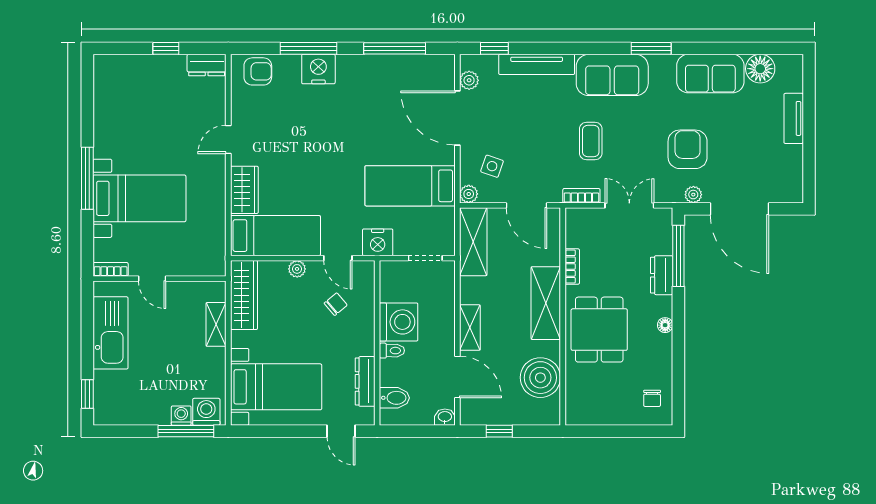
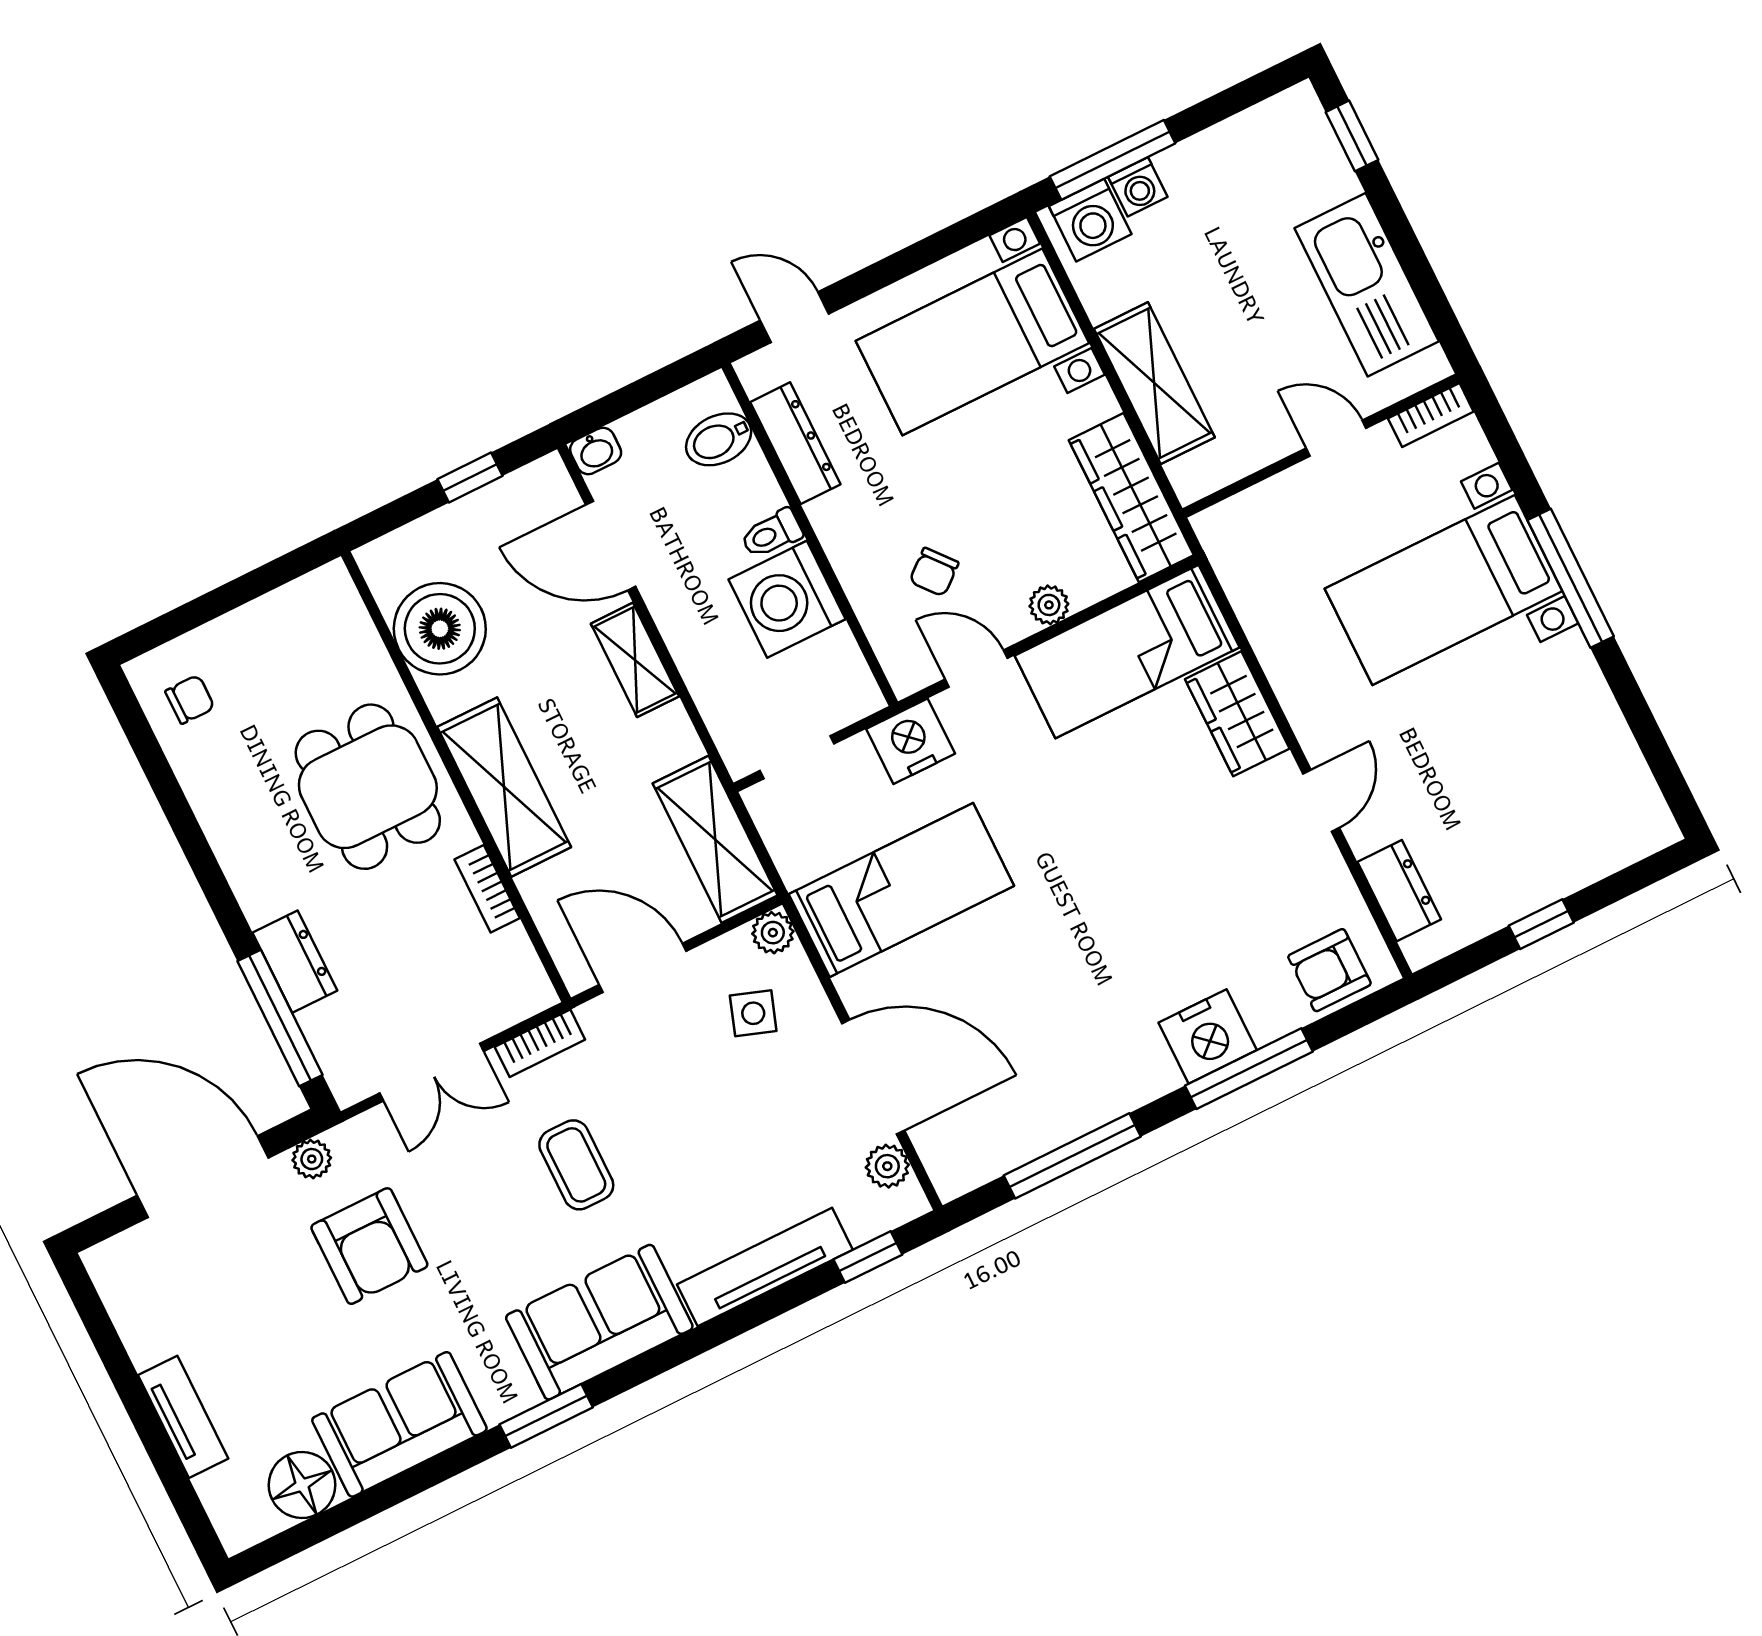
dresser: (207, 65) -> (1399, 891), moved, turned 90
shelving: (216, 324) -> (1154, 383), width x1.50, depth x1.33
floor lamp: (665, 325) -> (237, 863), removed
chair: (652, 398) -> (190, 699), turned 90

